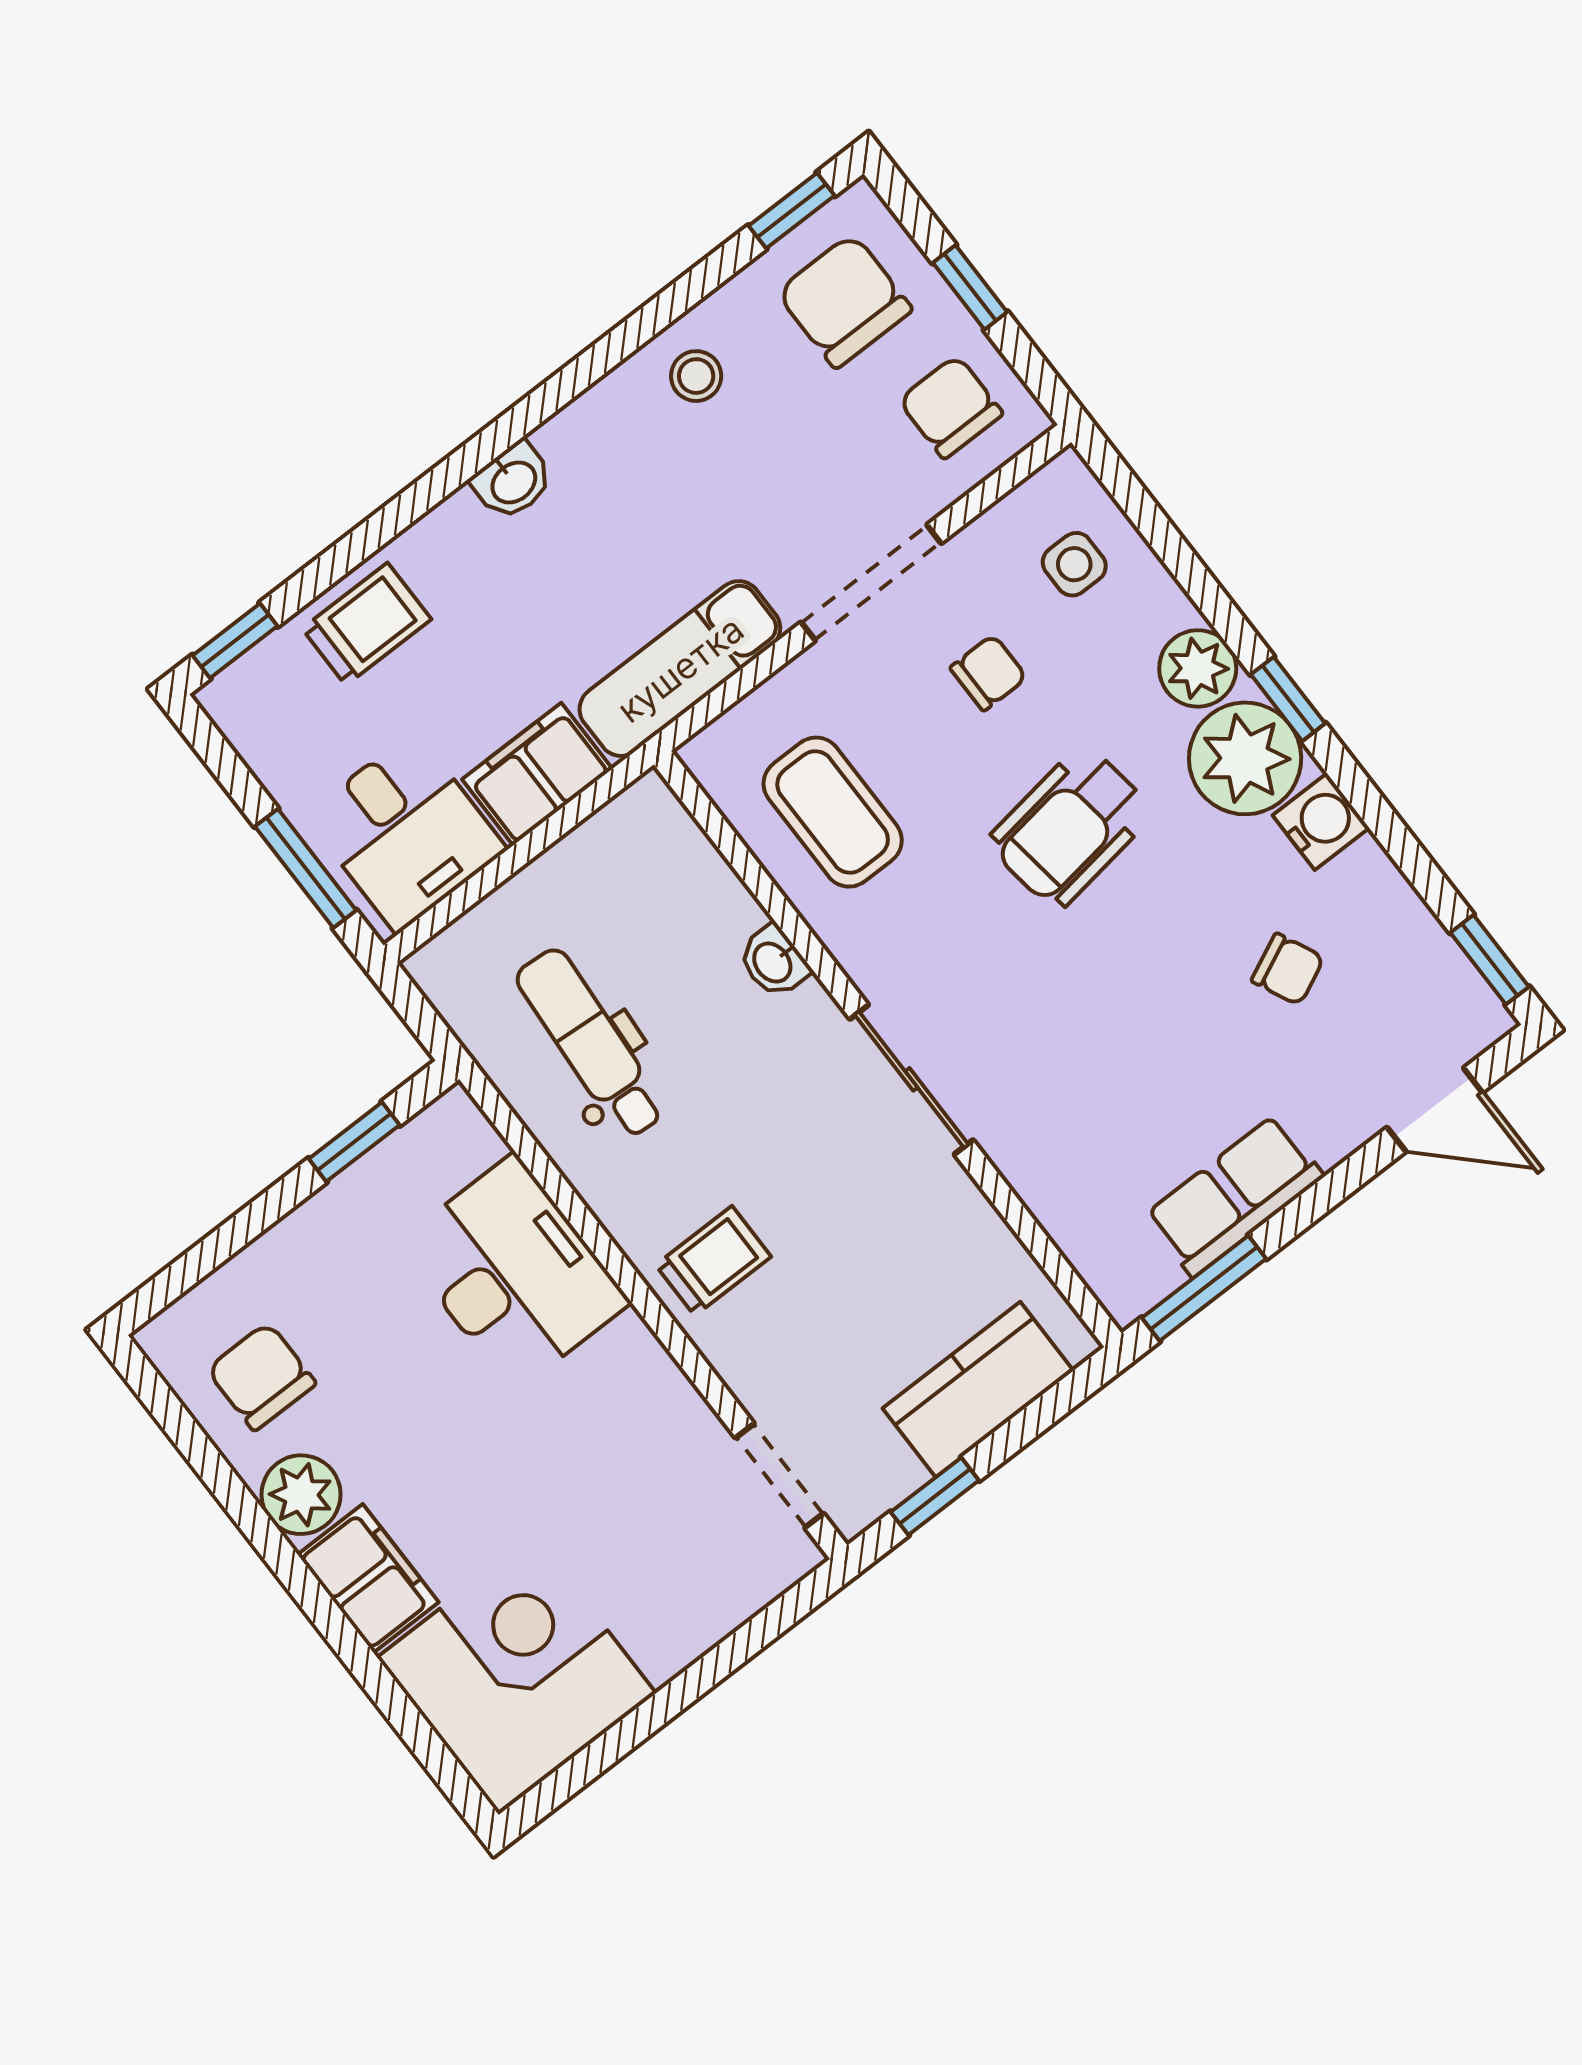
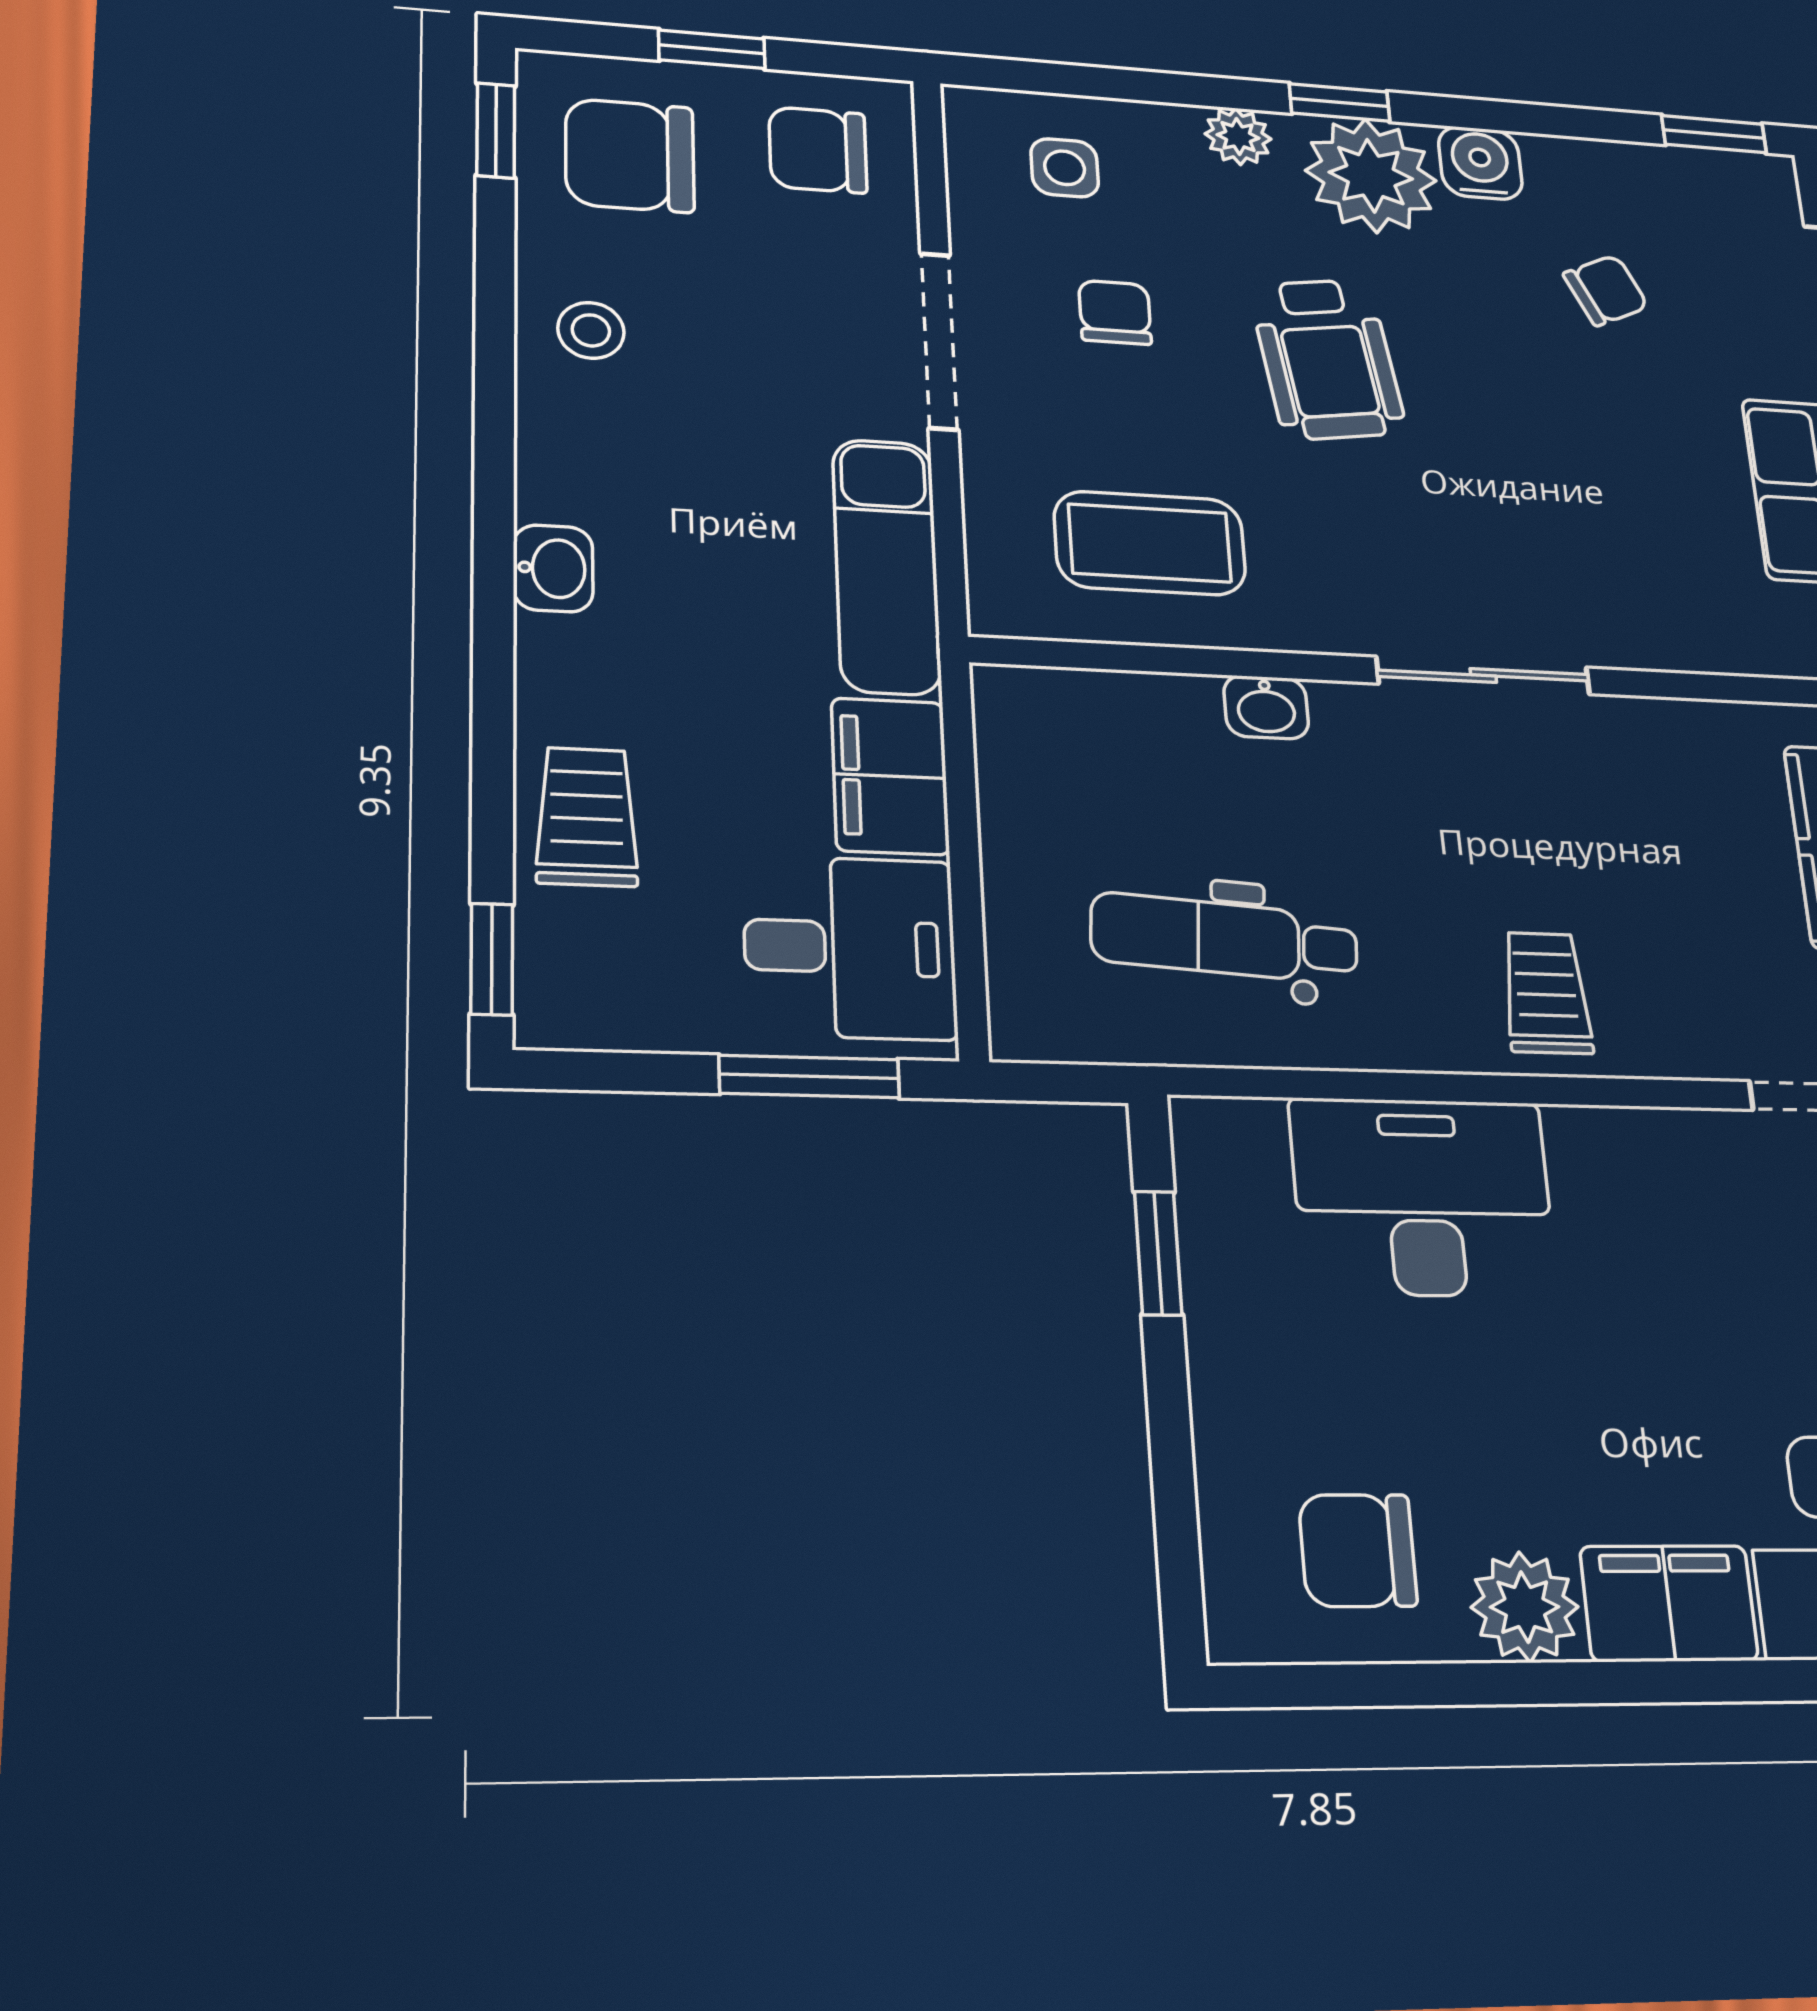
plant: (1198, 668) -> (1238, 136), width x0.73, depth x0.73

